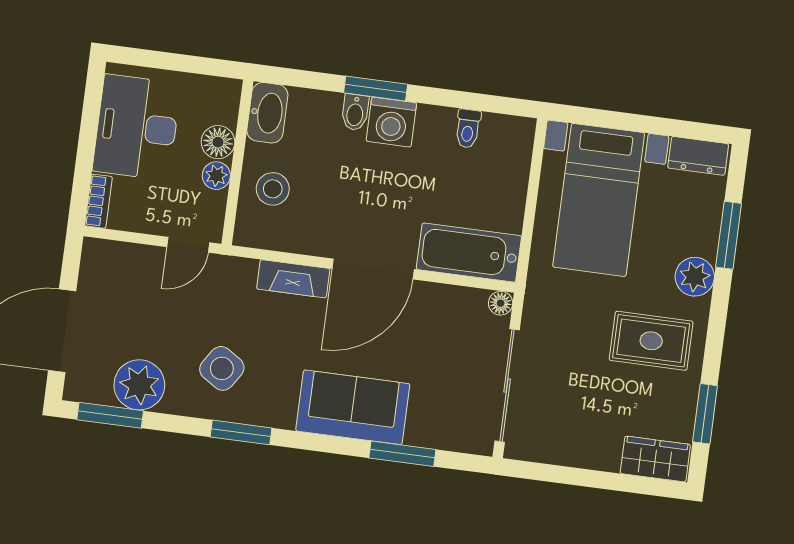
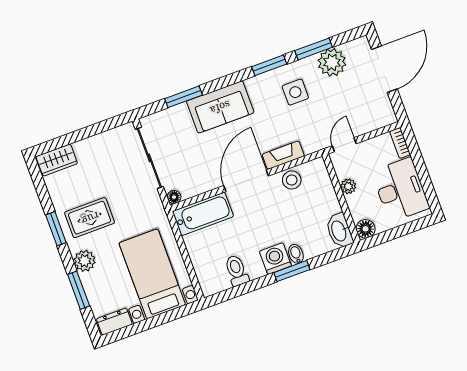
toilet: (468, 129) -> (237, 270), width x1.37, depth x1.39
floor lamp: (218, 142) -> (366, 229), moved
stool: (273, 189) -> (292, 180), moved
side table: (222, 368) -> (295, 92), turned -33
window: (705, 414) -> (56, 229), moved
window: (110, 415) -> (314, 49), moved

